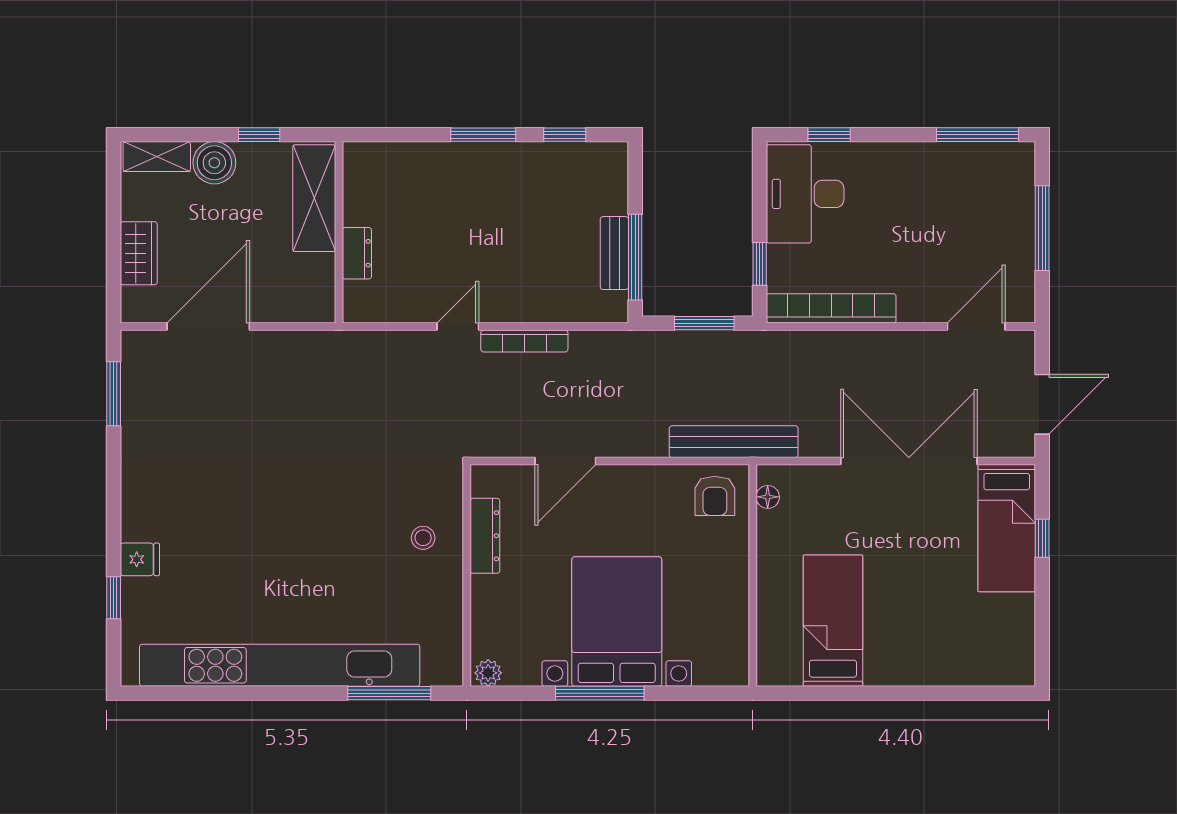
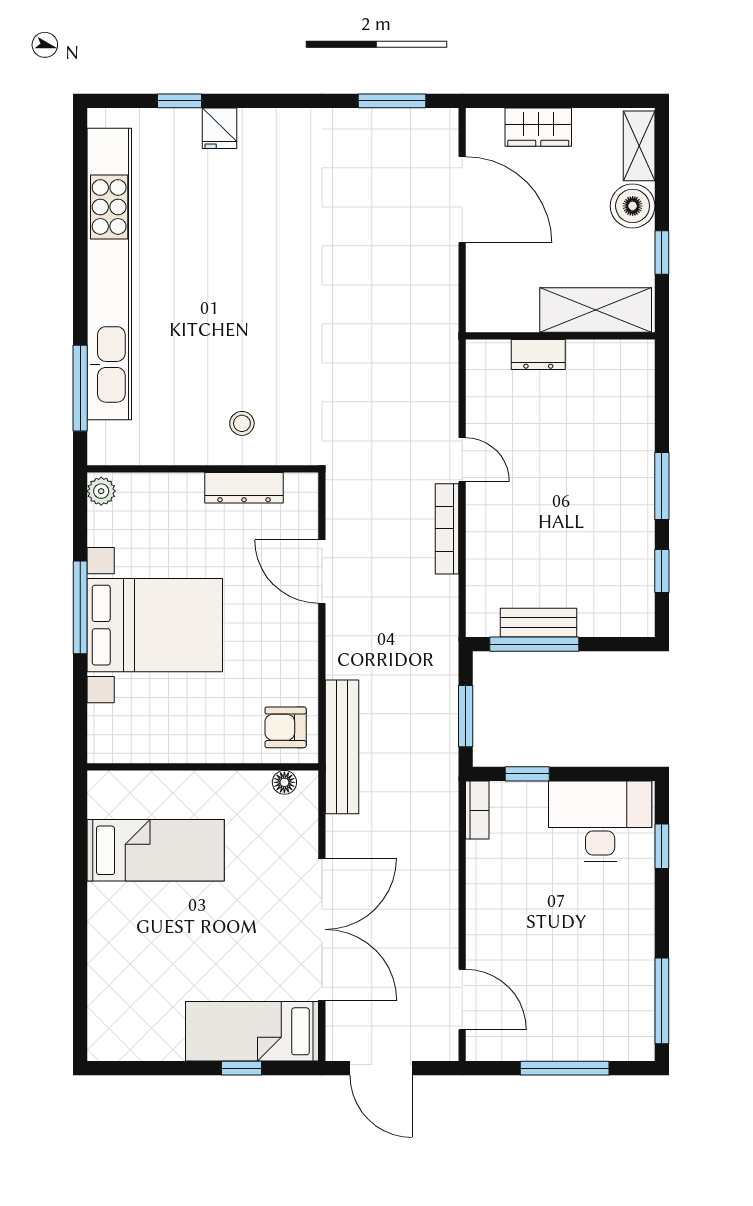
bookcase: (831, 308) -> (477, 810), width x0.43, depth x0.76

